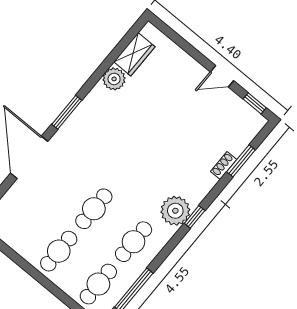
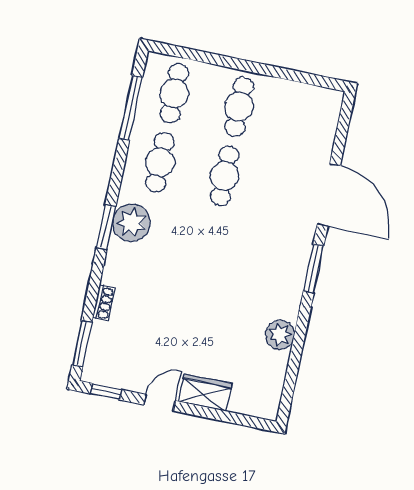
wardrobe: (134, 54) -> (205, 392), moved, turned 90
window: (241, 161) -> (82, 344), moved
window: (195, 217) -> (106, 227), width x1.50

